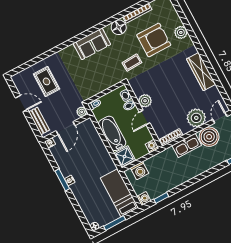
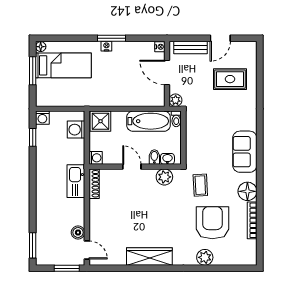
armchair: (154, 40) -> (212, 223), turned 180
plant: (145, 101) -> (164, 177), moved
plant: (196, 118) -> (101, 224), removed
bathtub: (112, 133) -> (149, 121), moved
boiler: (209, 137) -> (78, 233), width x0.54, depth x0.54
kitchen sink: (187, 145) -> (76, 181), moved
bed: (119, 193) -> (63, 65), moved

